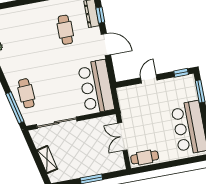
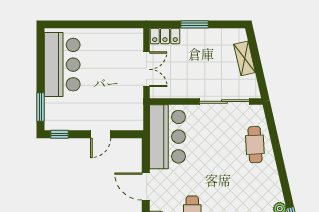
window: (15, 108) -> (272, 130), removed
cafe table: (145, 157) -> (124, 38), removed
locker: (113, 165) -> (165, 36), added

